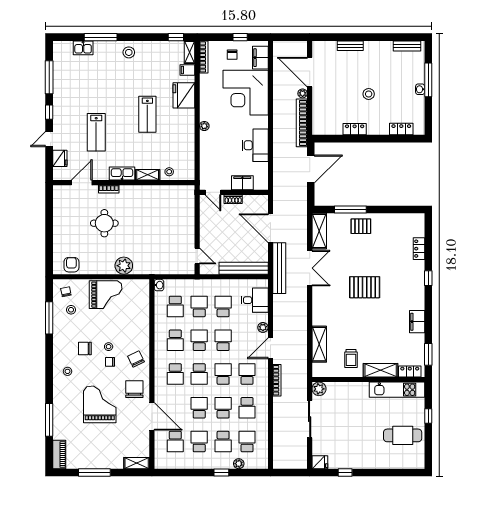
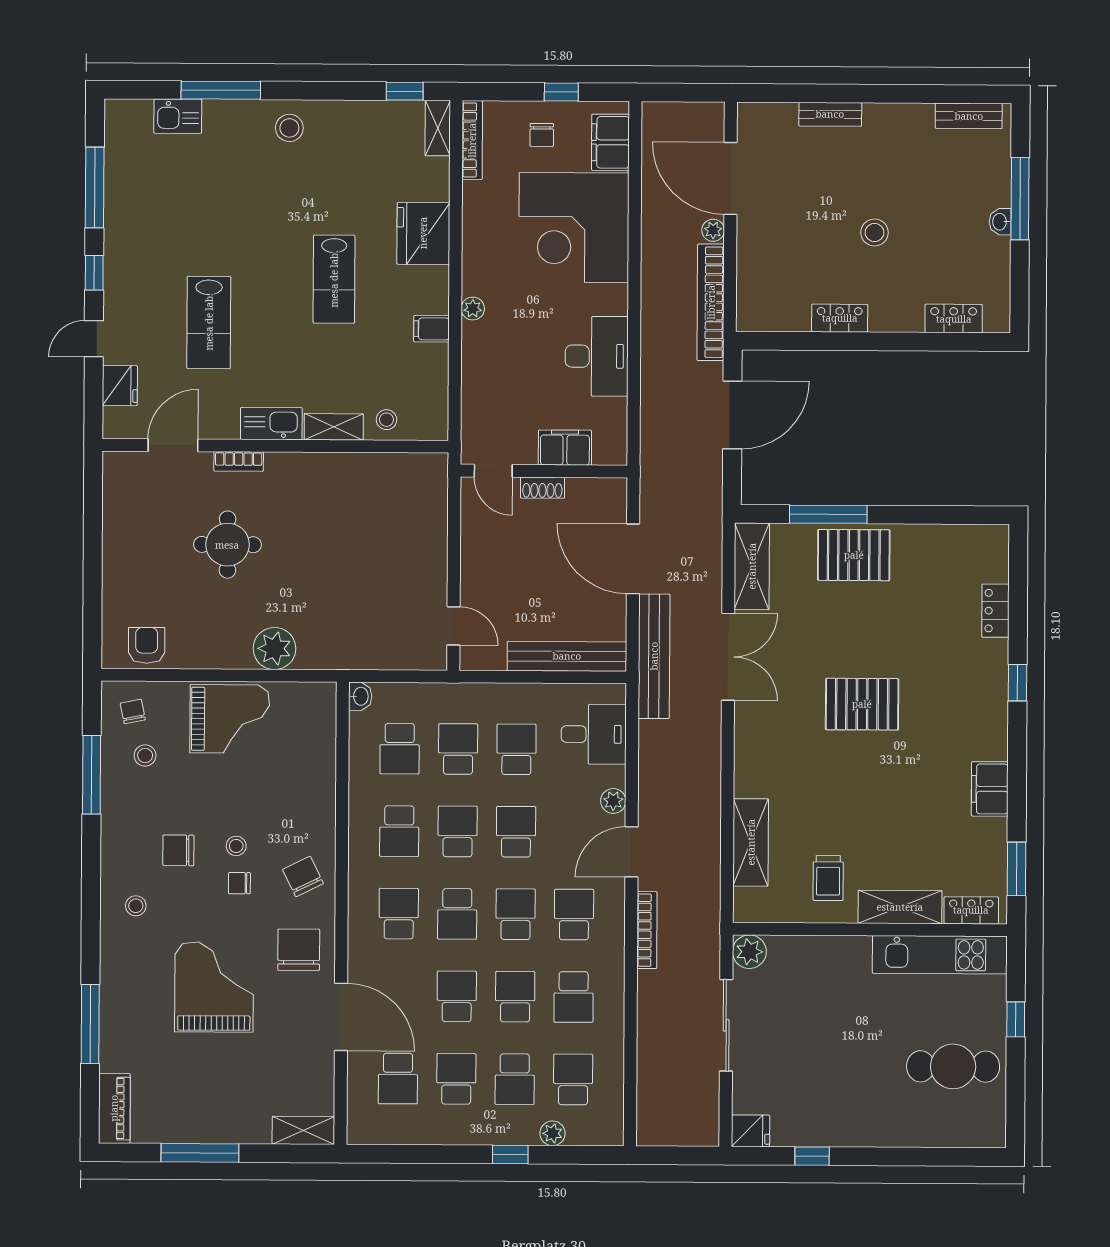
filing cabinet: (187, 70) -> (431, 329), moved
pallet: (361, 226) -> (854, 555), width x1.50, depth x1.42
school desk: (175, 374) -> (399, 914), turned 180

